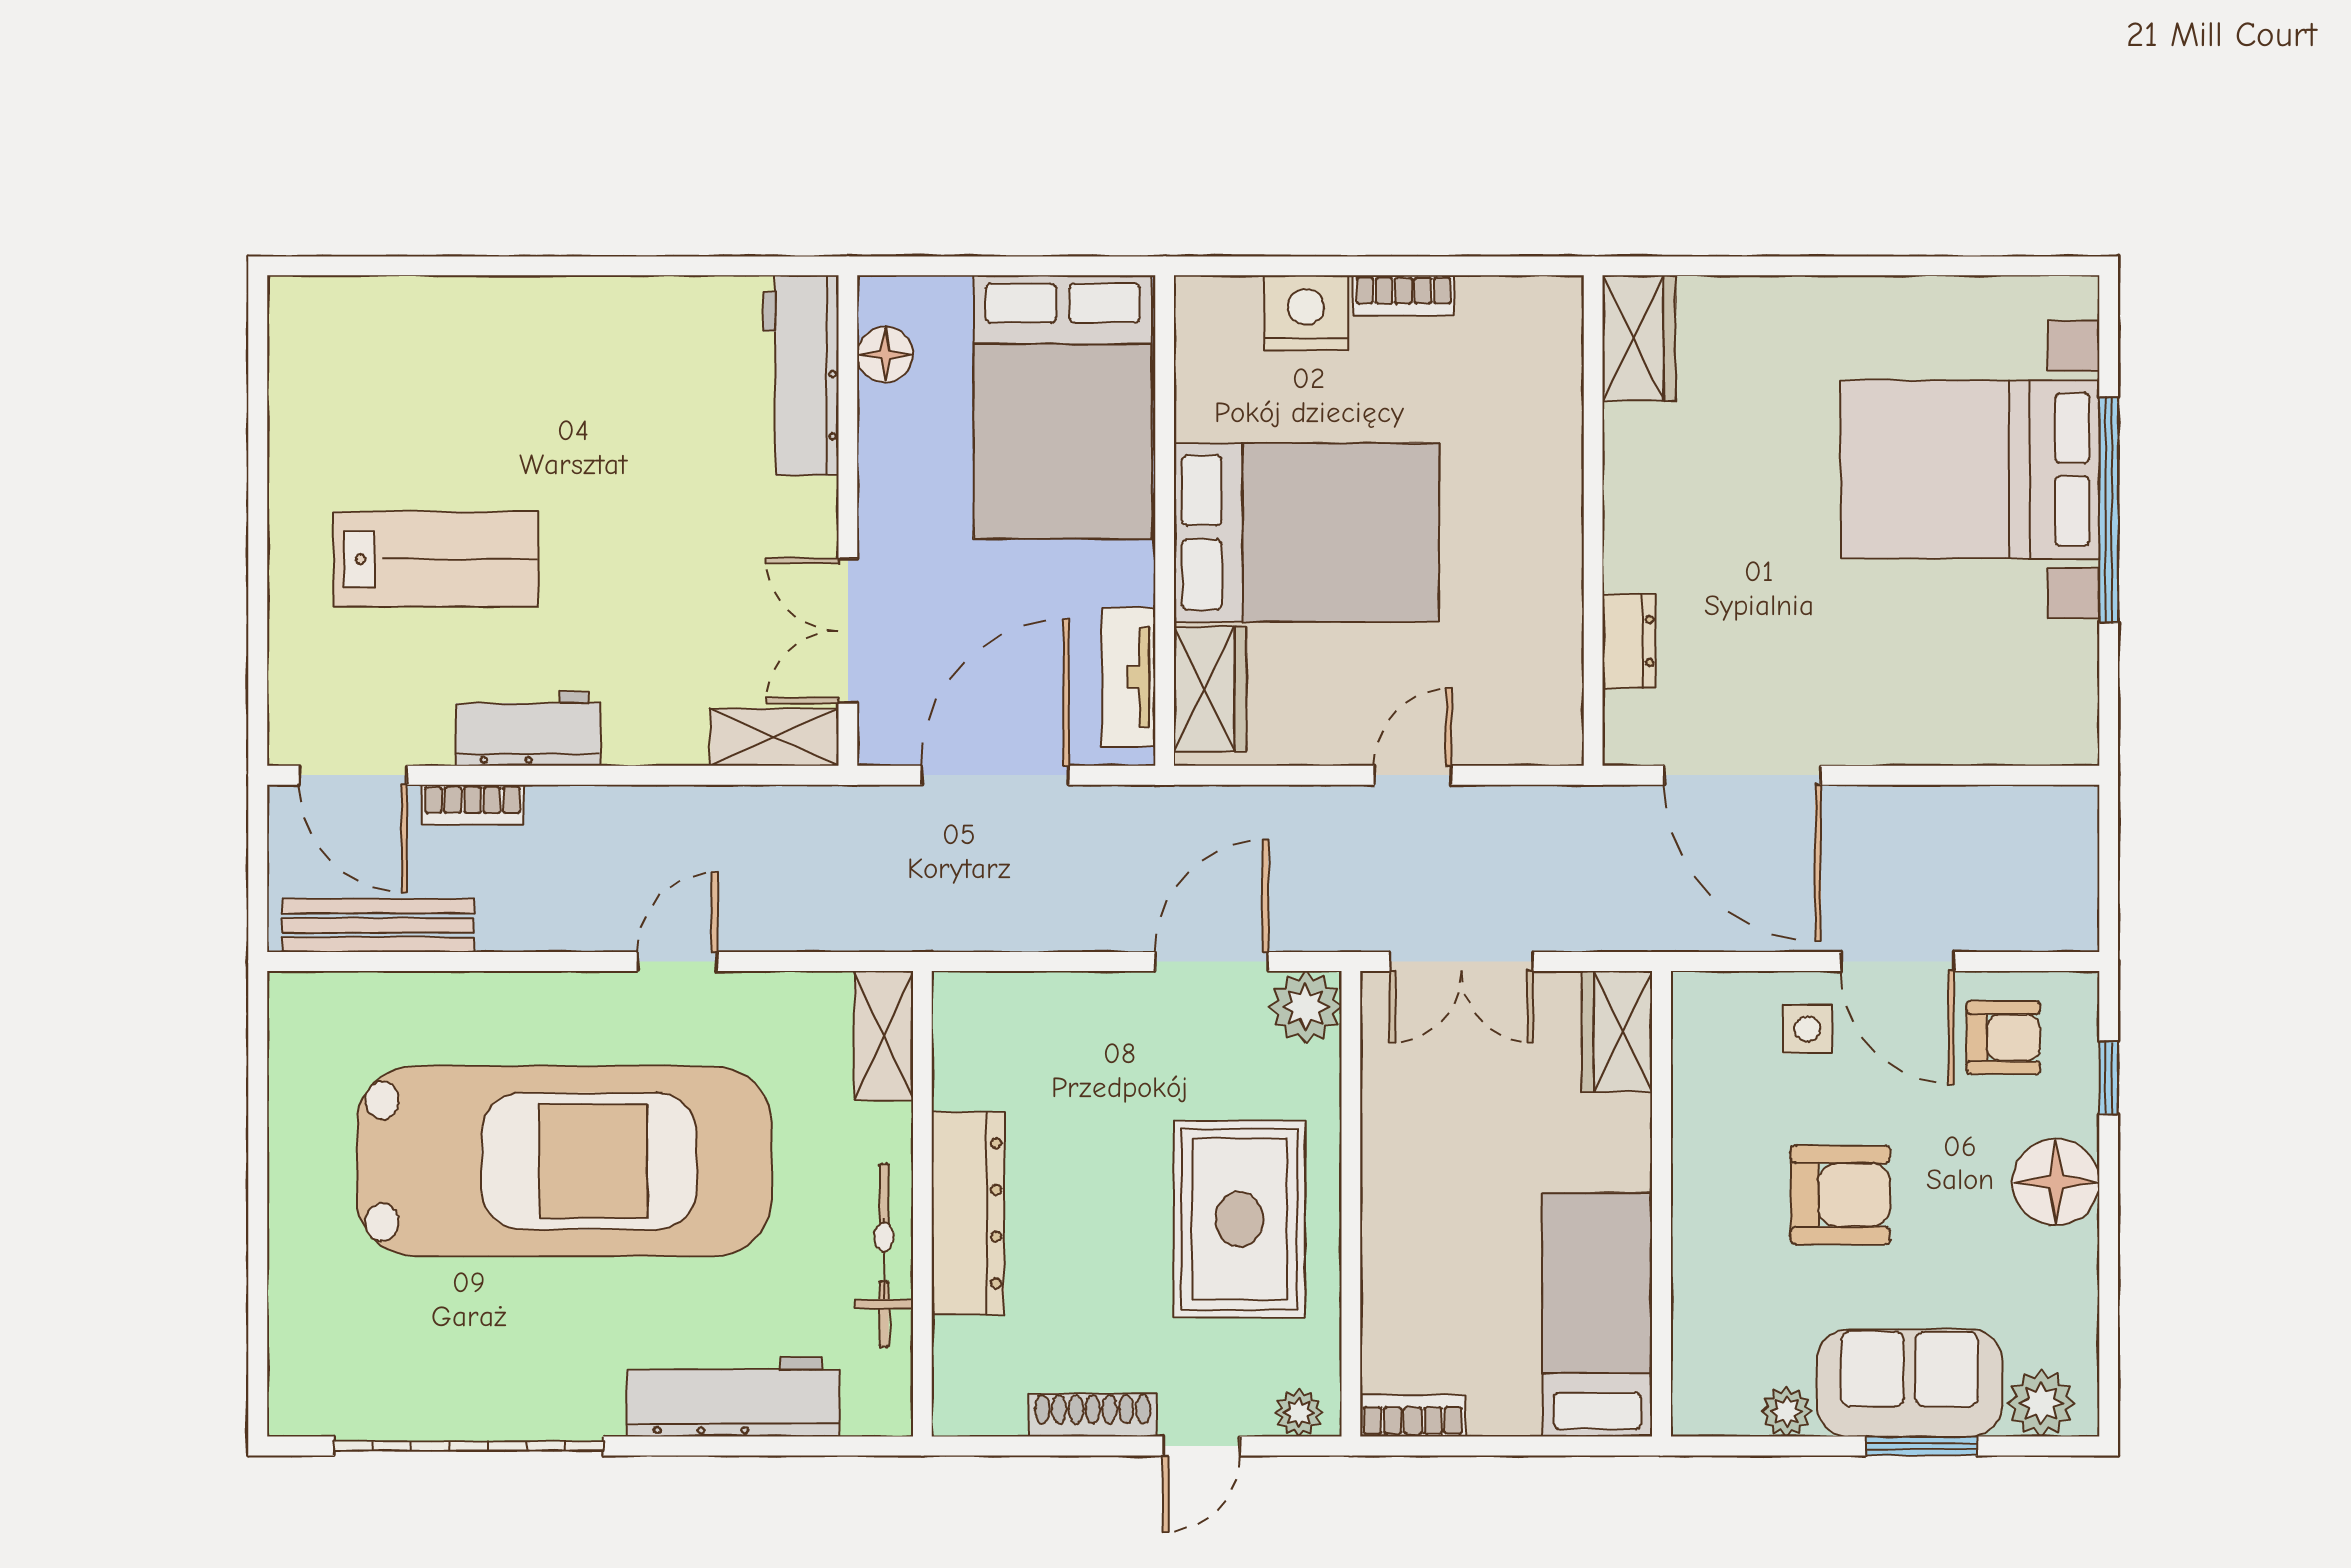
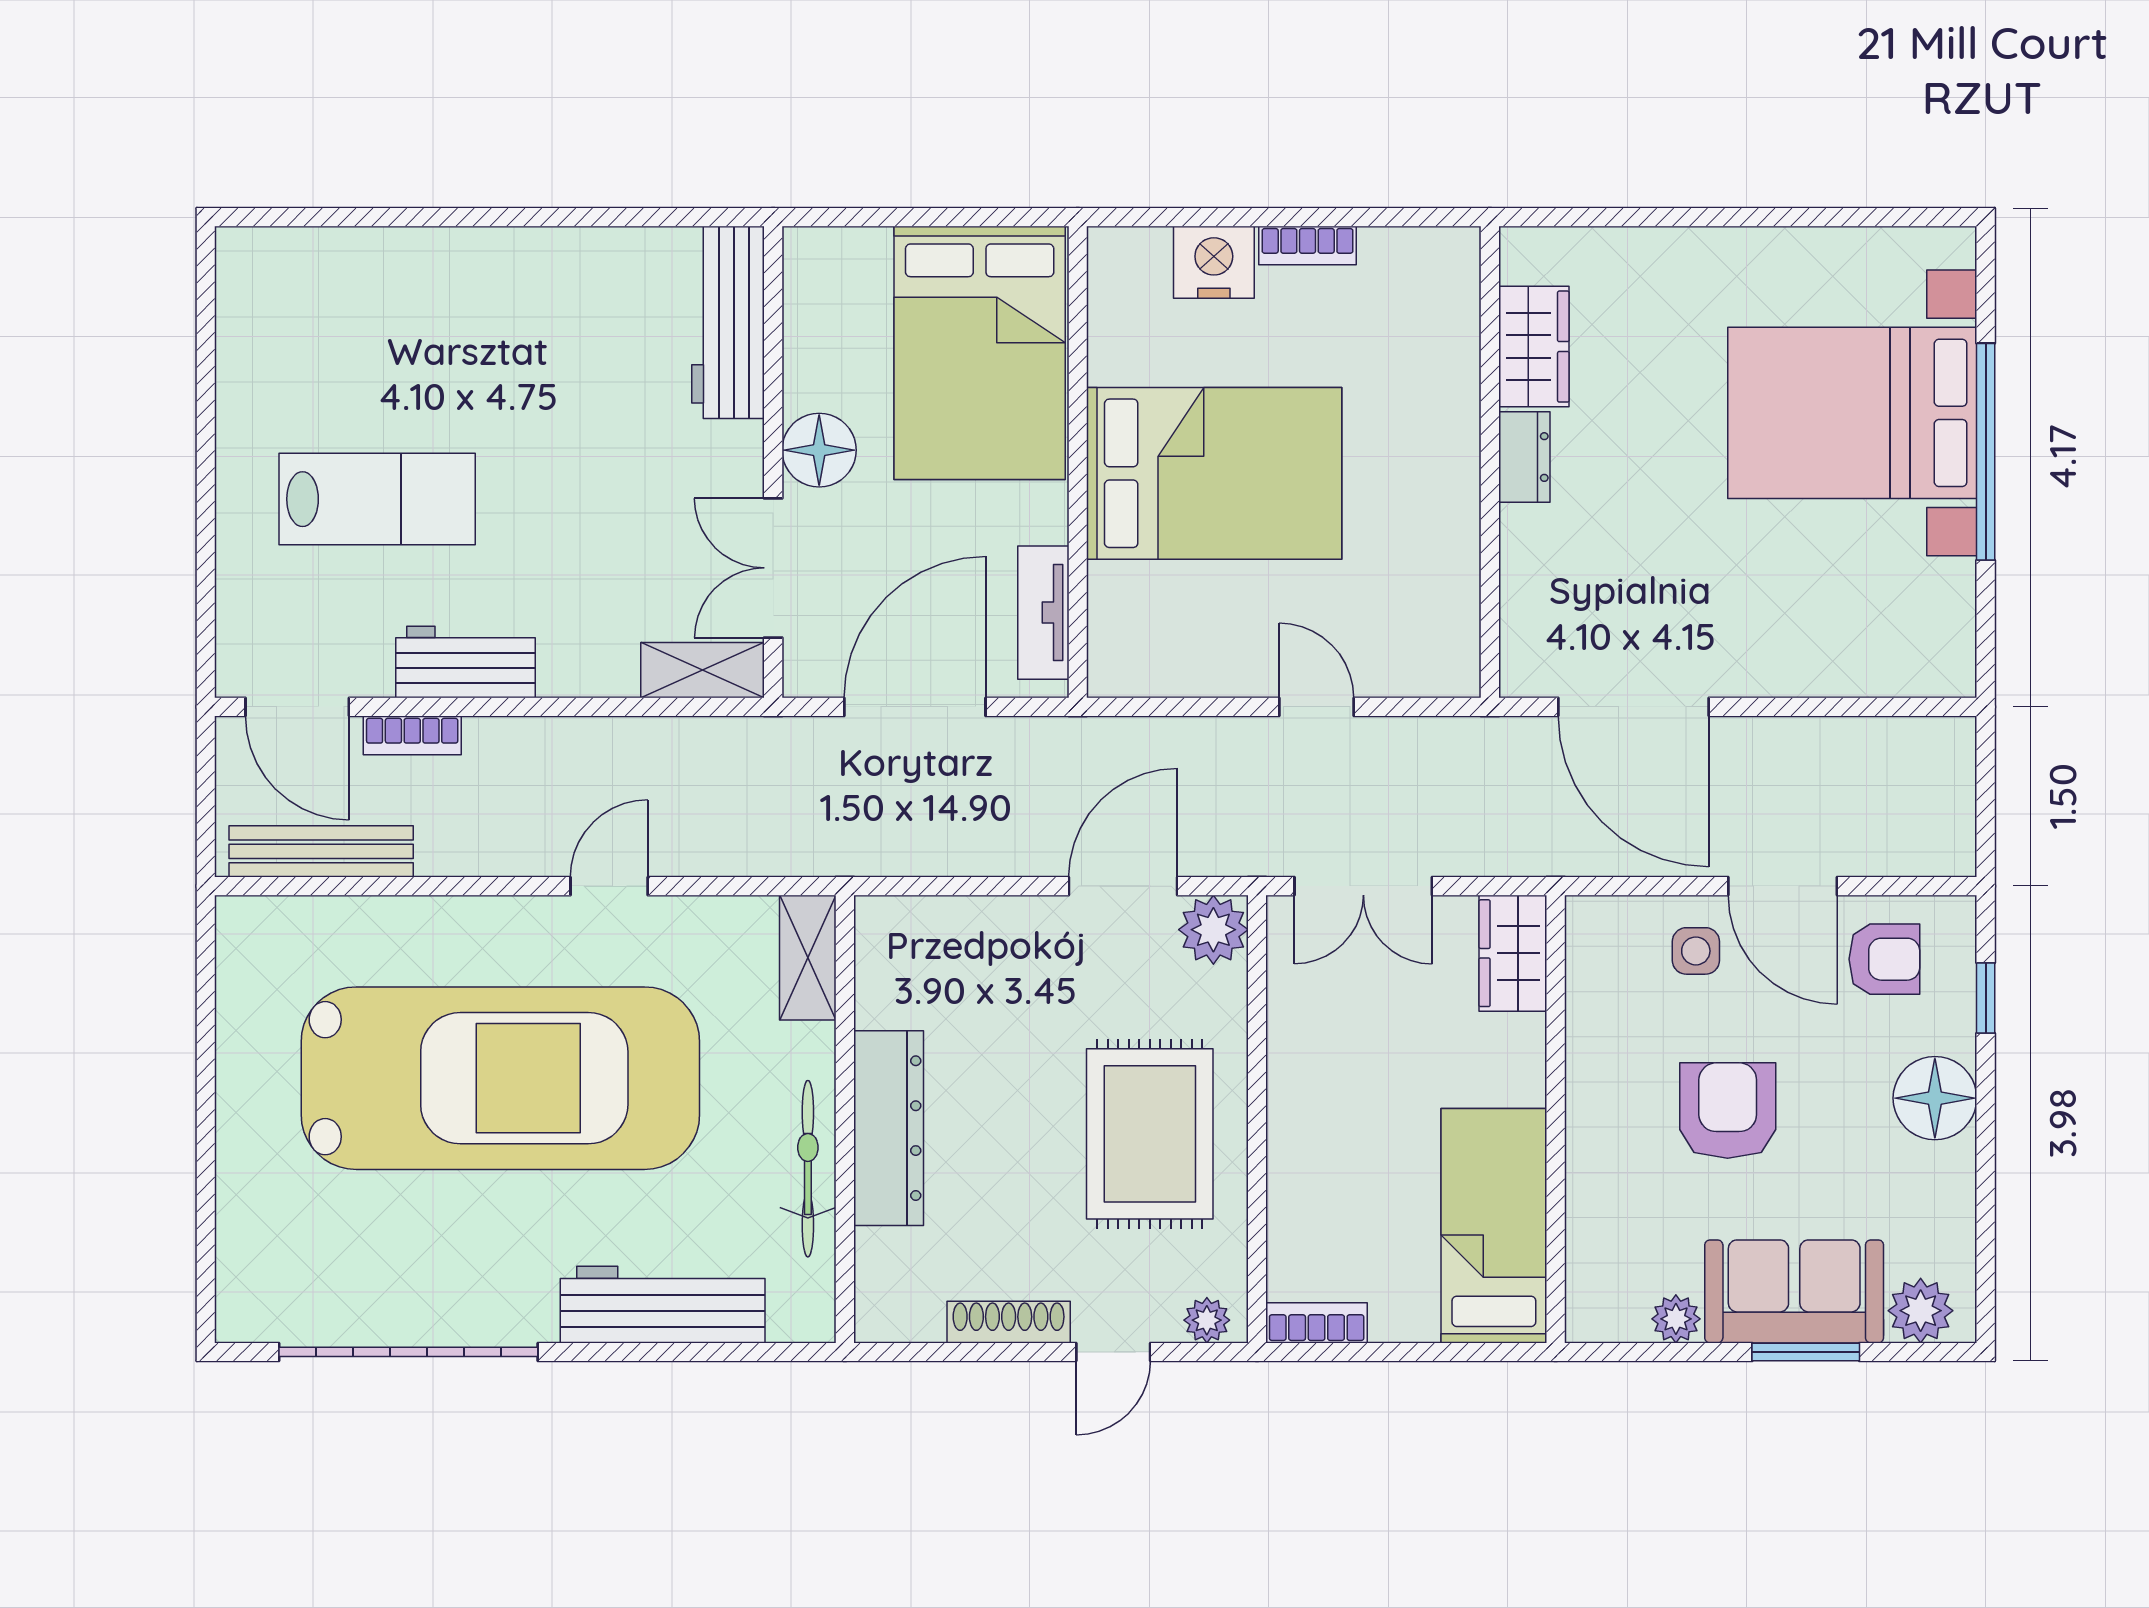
wardrobe: (1639, 338) -> (1534, 347), moved
floor lamp: (885, 354) -> (819, 450), moved, width x1.38, depth x1.38
dresser: (1629, 641) -> (1524, 457), moved
wardrobe: (1210, 689) -> (1122, 624), removed
door: (1413, 775) -> (1316, 707), hinge flipped
armchair: (1840, 1195) -> (1728, 1111), turned -90

